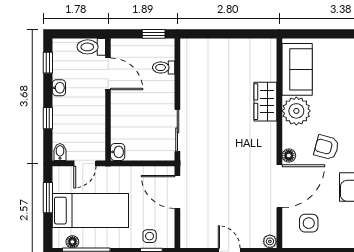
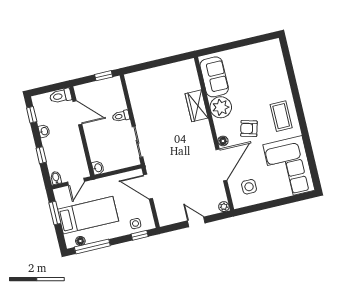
toilet: (164, 67) -> (121, 116), moved

